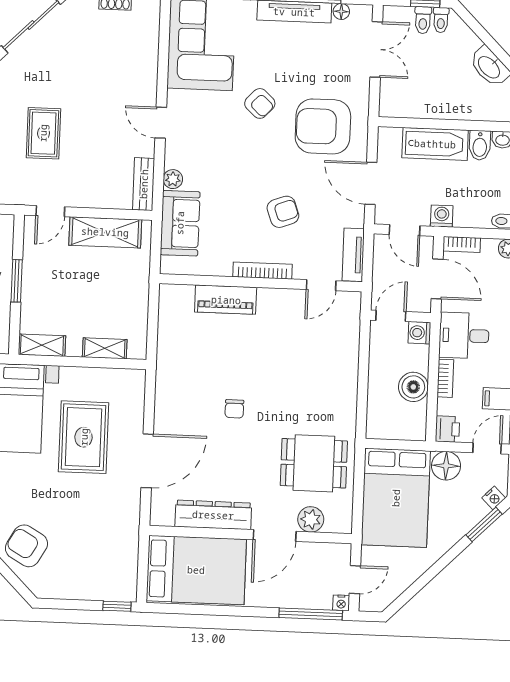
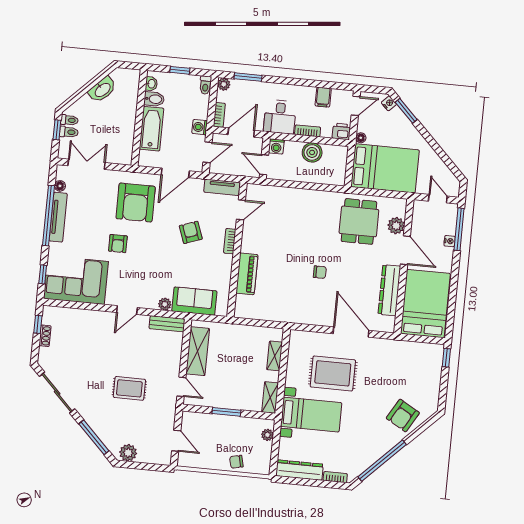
armchair: (260, 103) -> (118, 244), turned 137
bookcase: (263, 271) -> (230, 241), width x0.64
door: (321, 285) -> (241, 210), hinge flipped
door: (487, 448) -> (356, 106), swing flipped
floor lamp: (446, 466) -> (361, 138), width x0.53, depth x0.53
nightstand: (341, 603) -> (450, 241), moved

